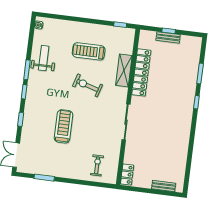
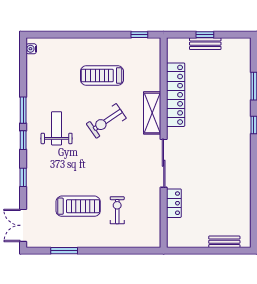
weight bench: (44, 58) -> (57, 128), moved
shelving: (124, 70) -> (152, 113), moved
exercise bike: (88, 85) -> (106, 121), turned -51
treadmill: (63, 126) -> (78, 206), moved, turned 90
exercise bike: (97, 165) -> (117, 210), moved
locker: (127, 174) -> (174, 203), moved

